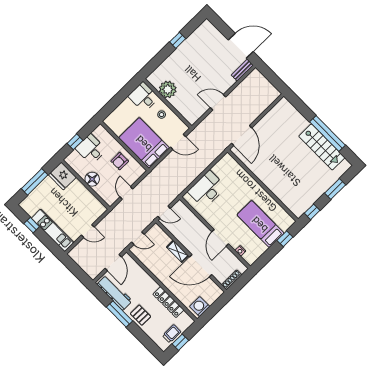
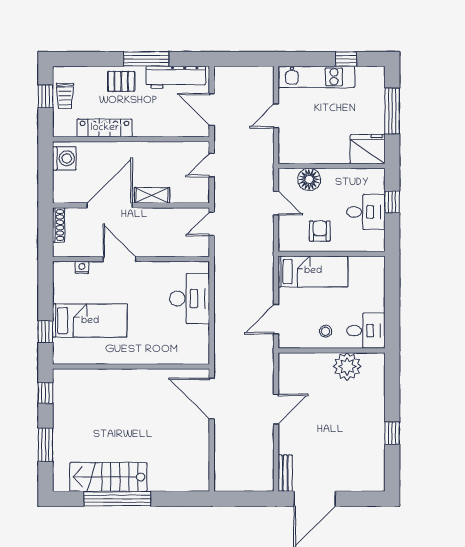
bed: (144, 143) -> (313, 271), width x0.67
floor lamp: (92, 179) -> (309, 179), moved

